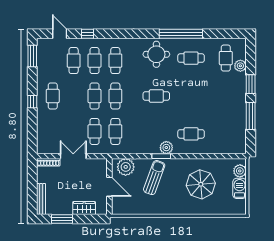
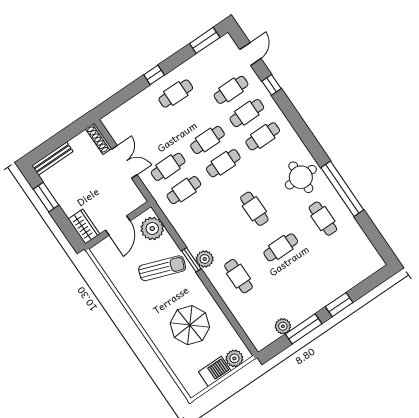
cafe table: (226, 58) -> (281, 247), moved
plant: (240, 66) -> (283, 326), moved
wardrobe: (84, 208) -> (84, 226), moved

